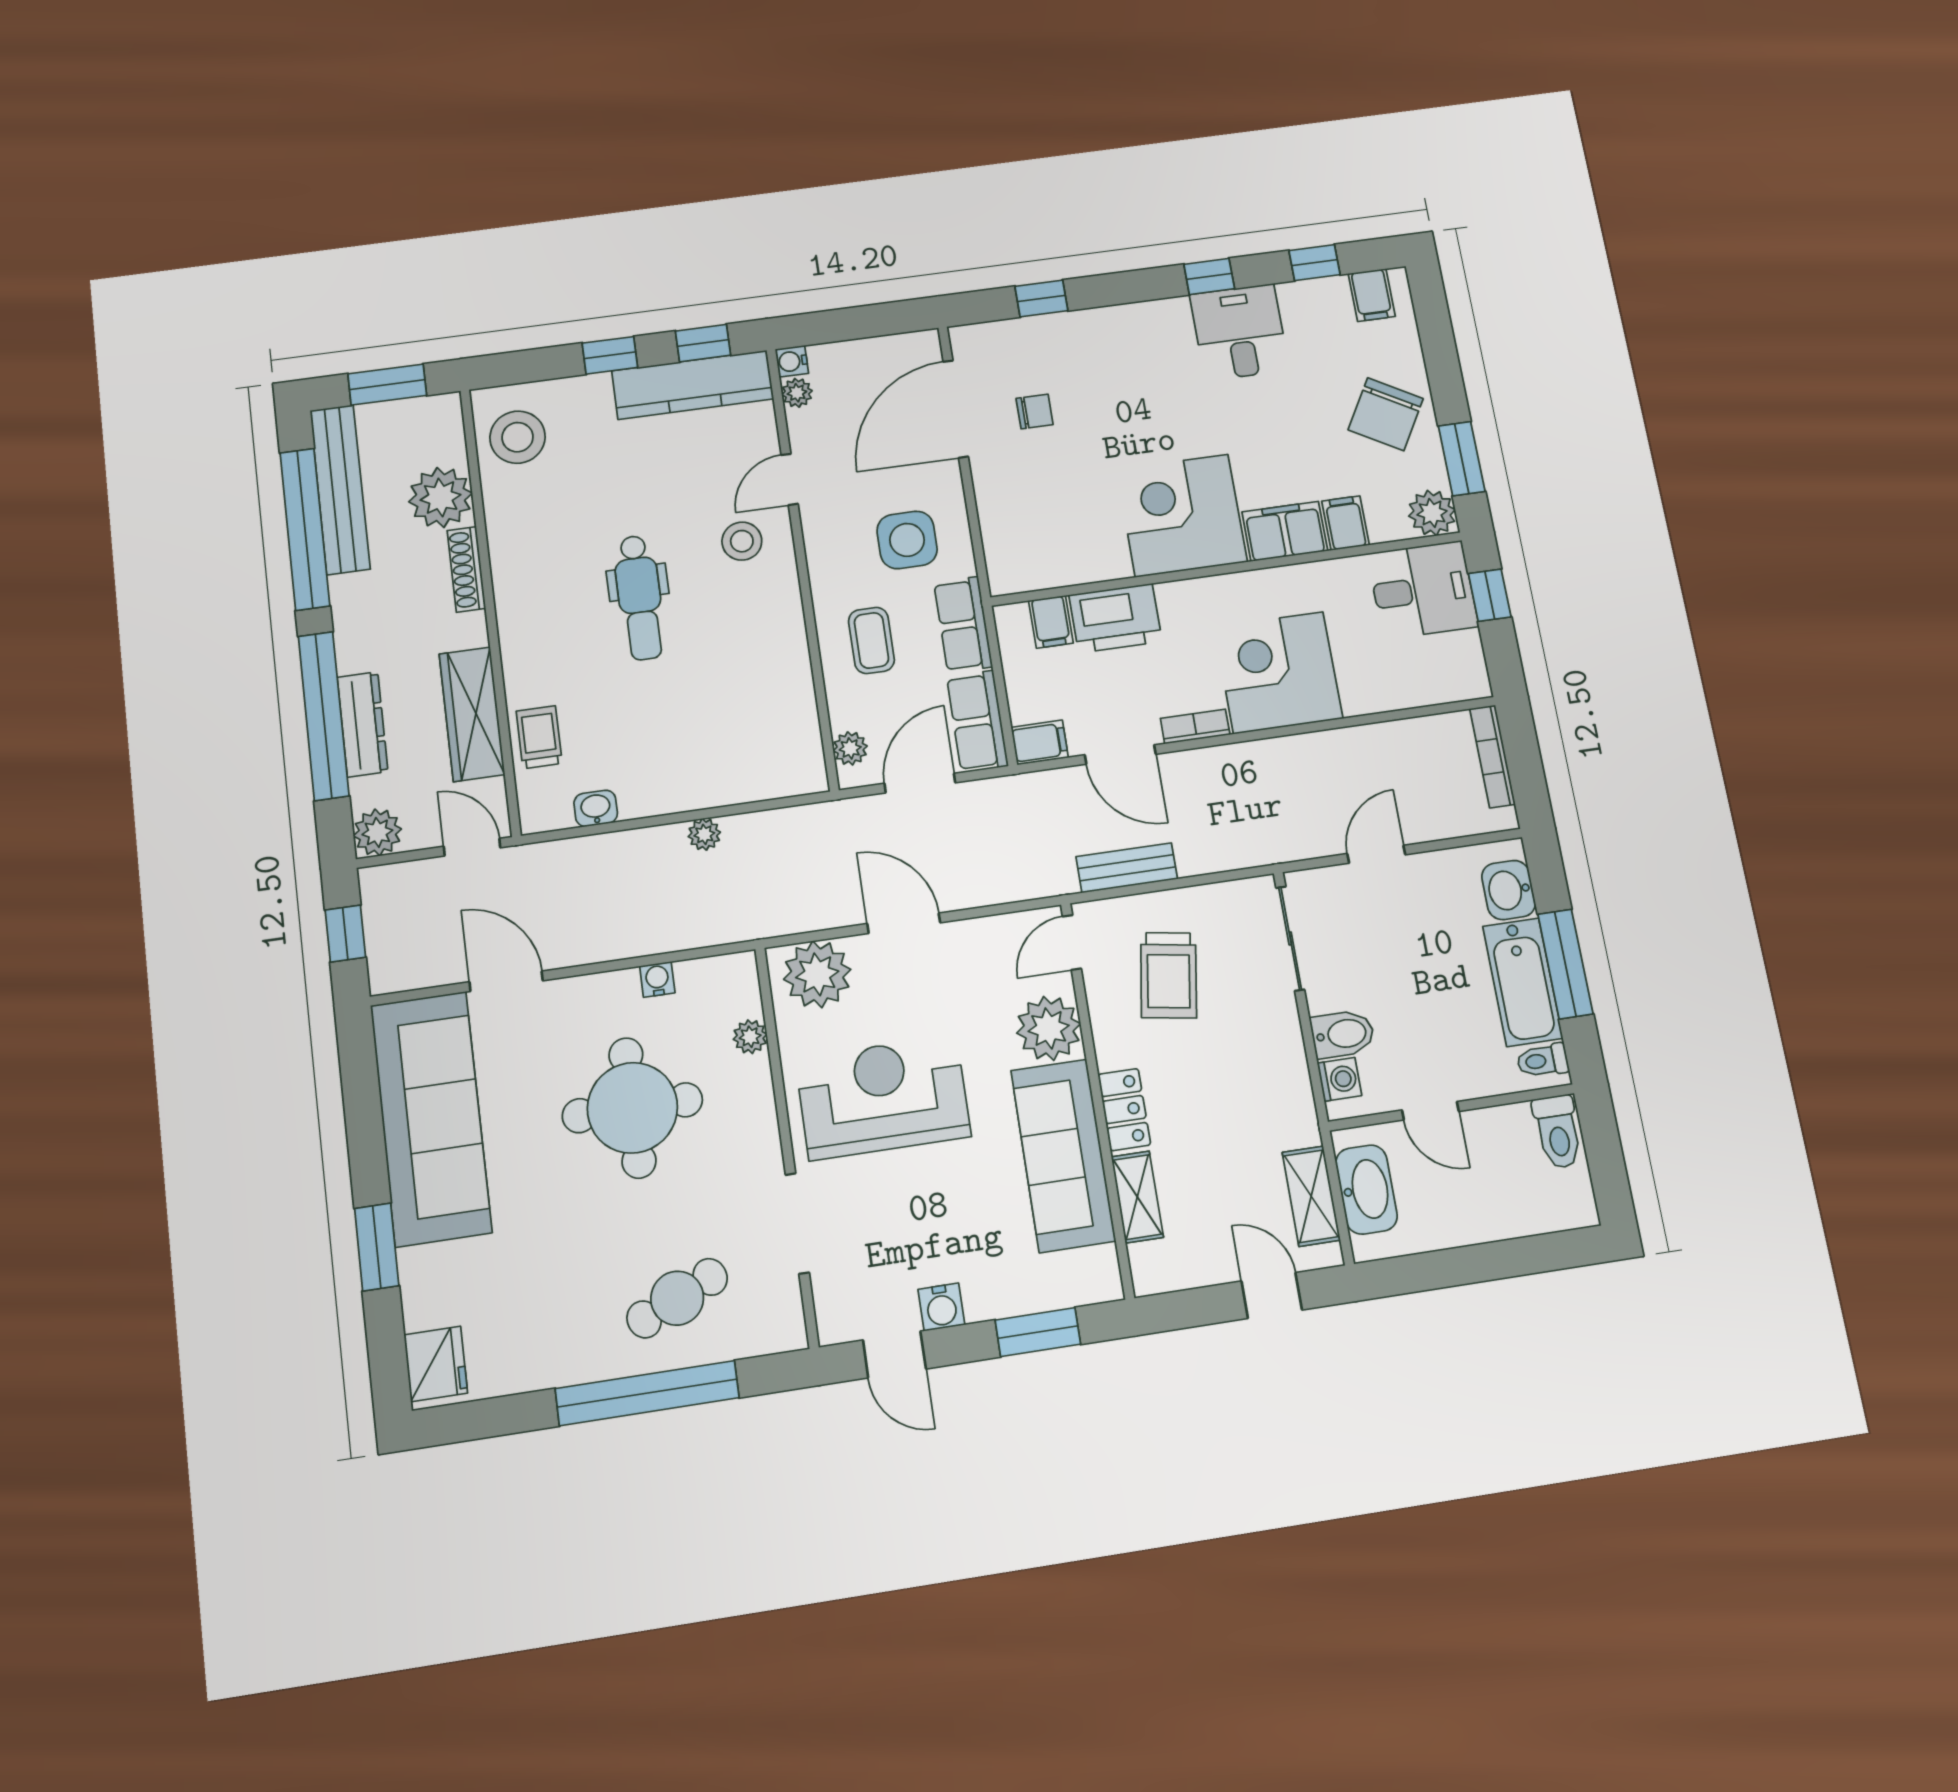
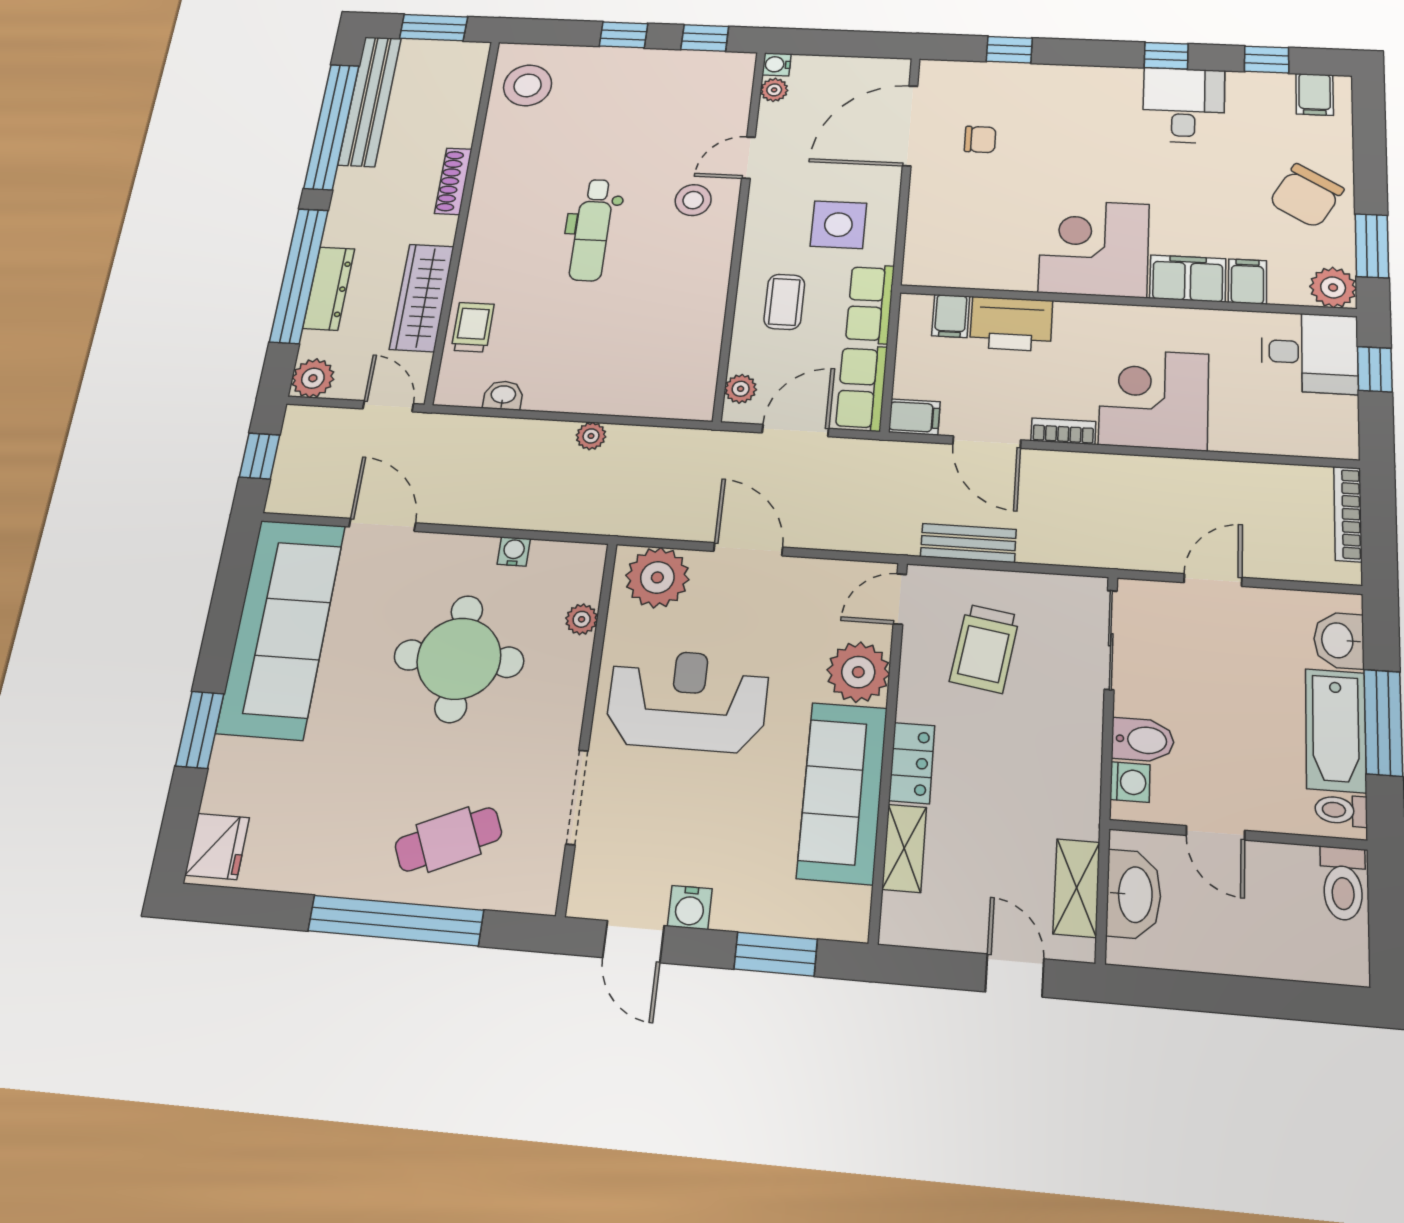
kitchen counter: (693, 385) -> (687, 69), removed
plant: (441, 497) -> (450, 121), removed

